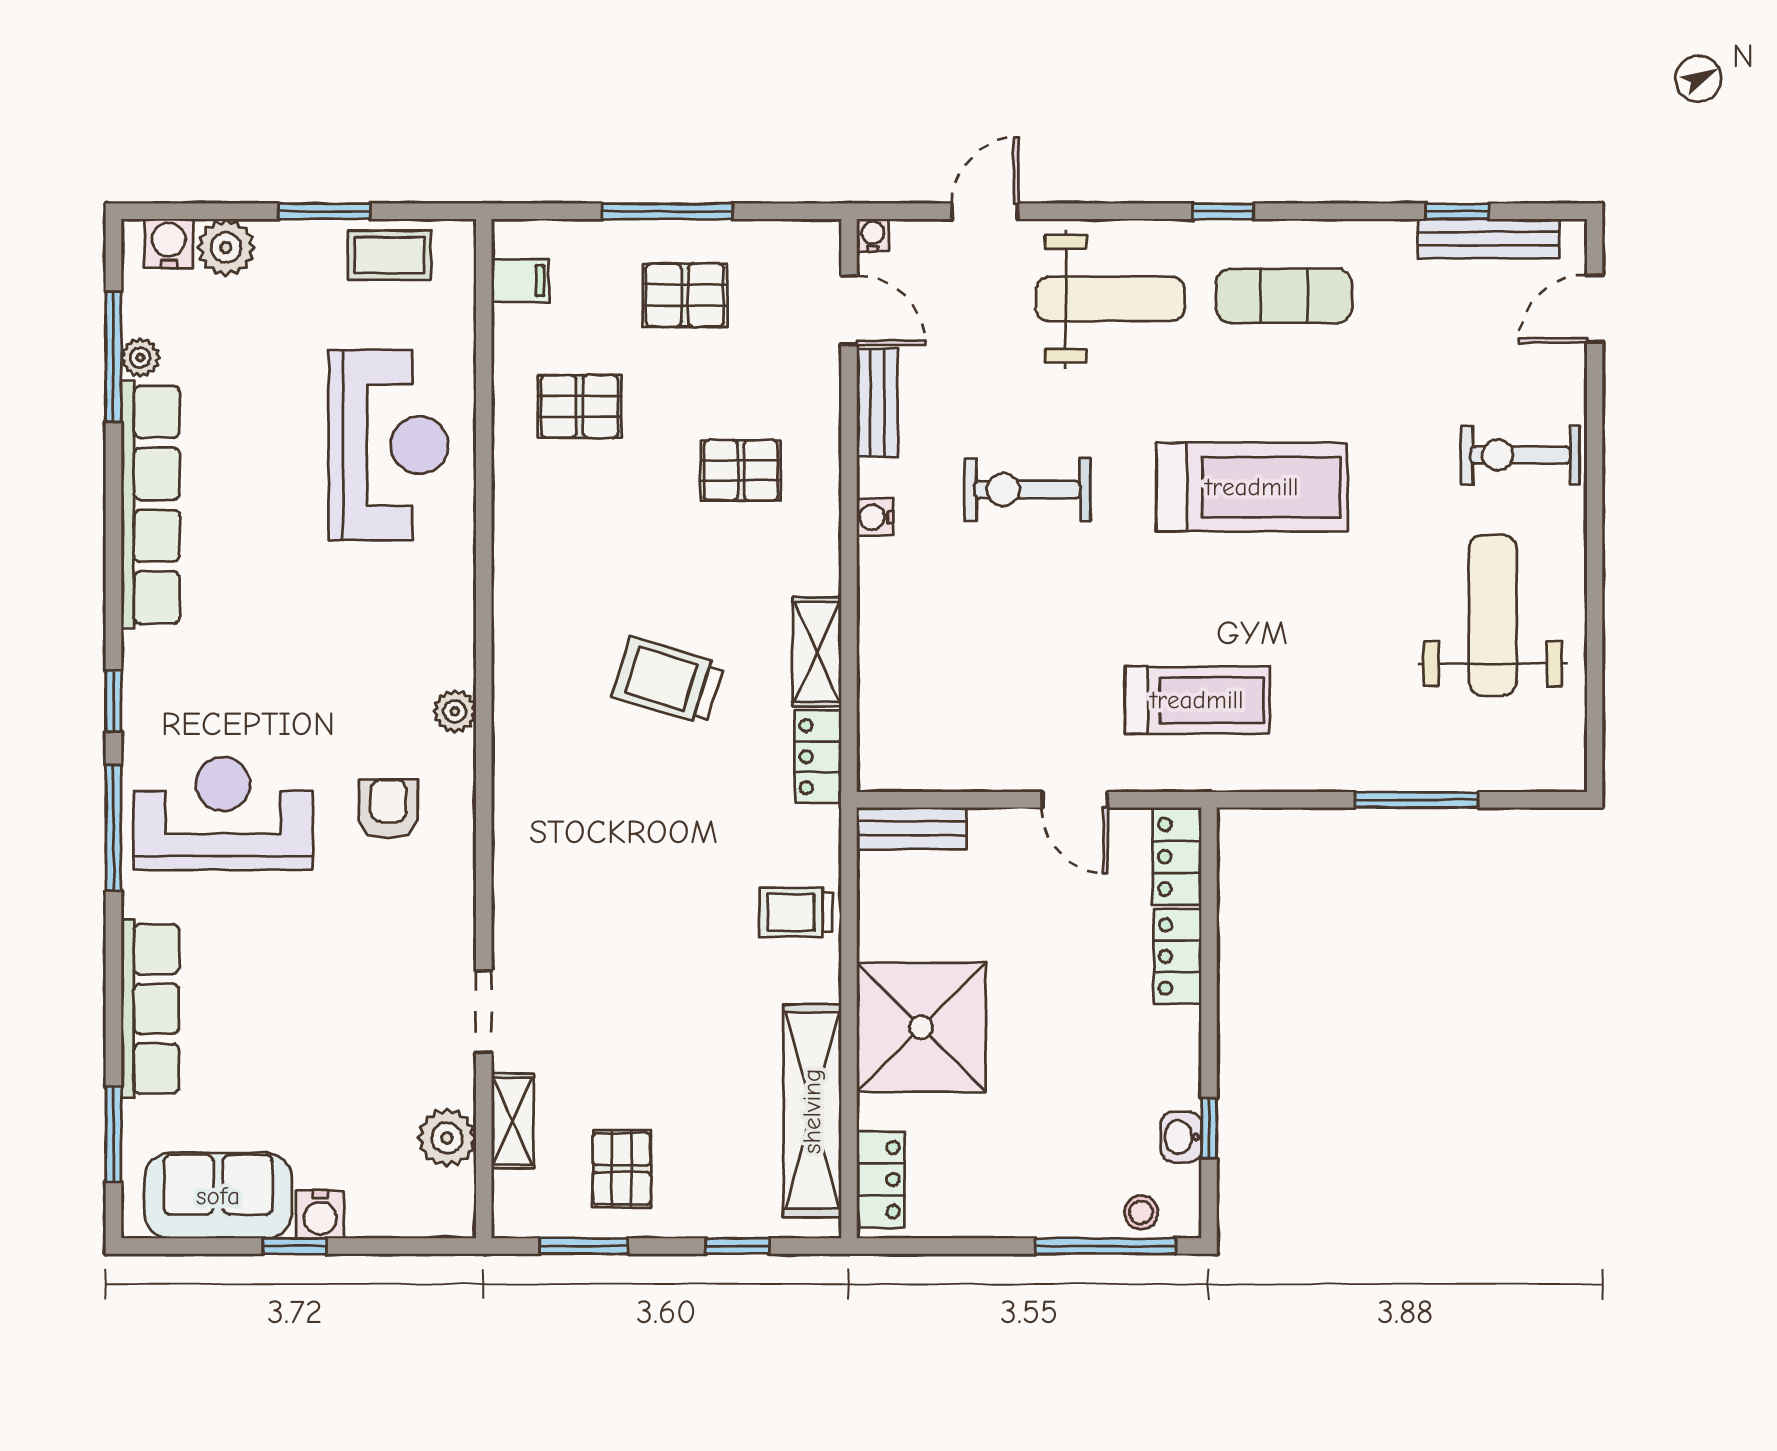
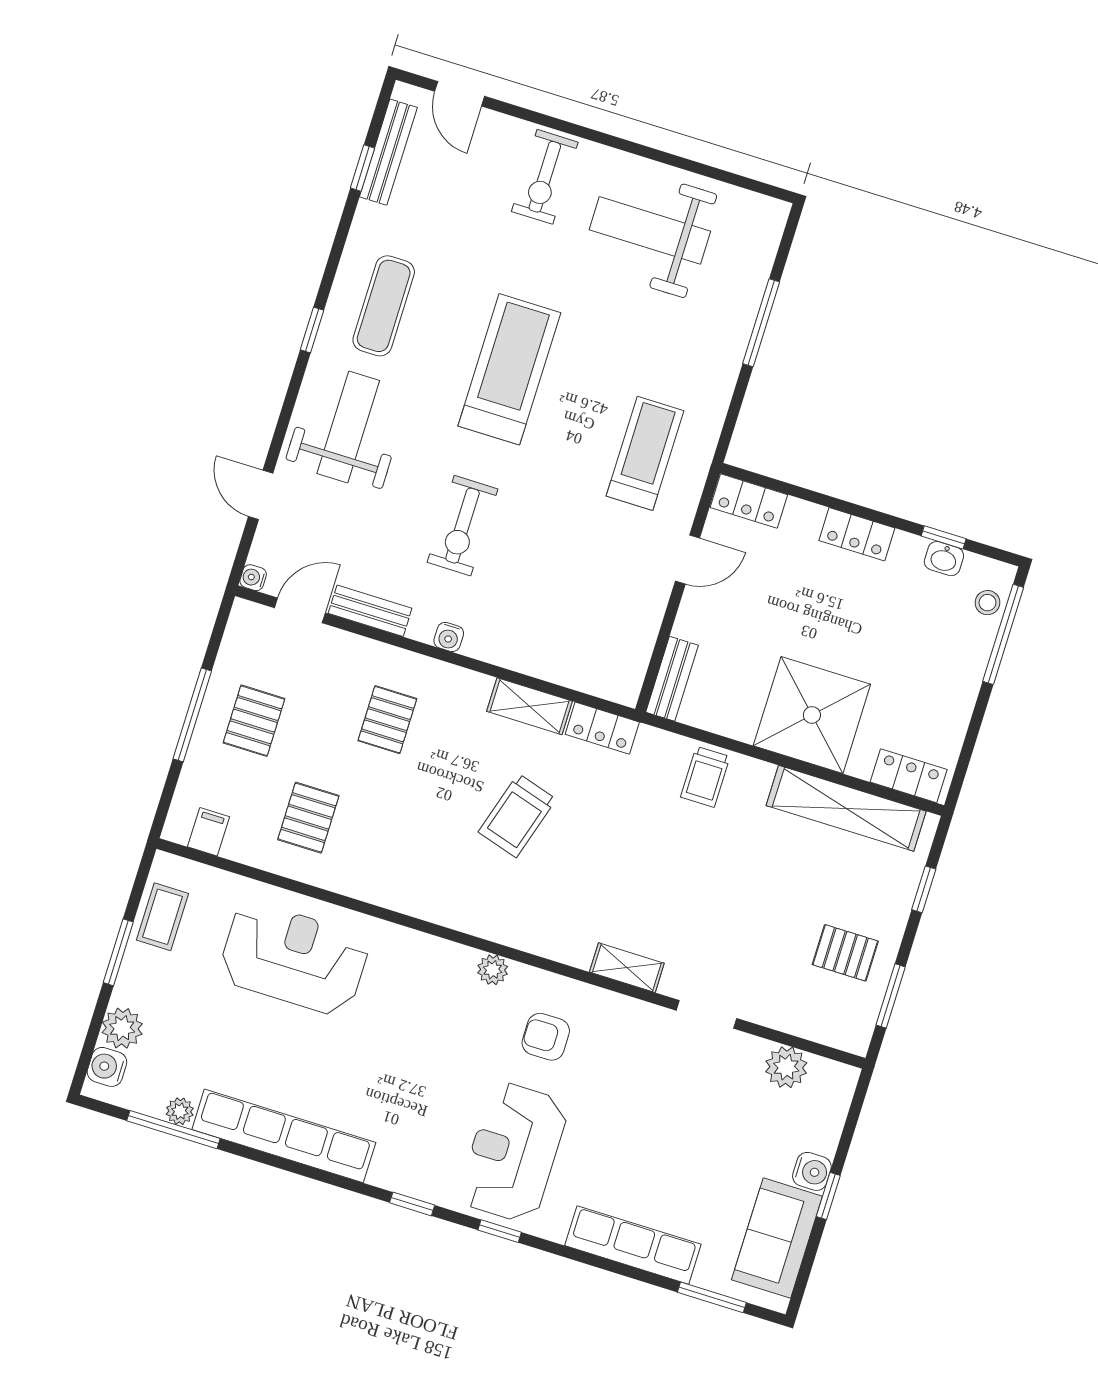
window: (113, 828) -> (500, 1231), width x0.46
locker: (1178, 957) -> (857, 534), moved
shelving: (513, 1121) -> (627, 968), moved

